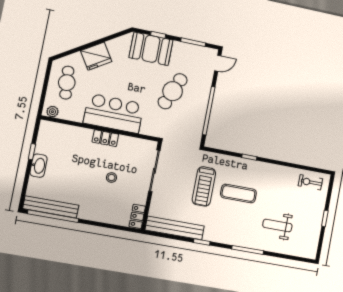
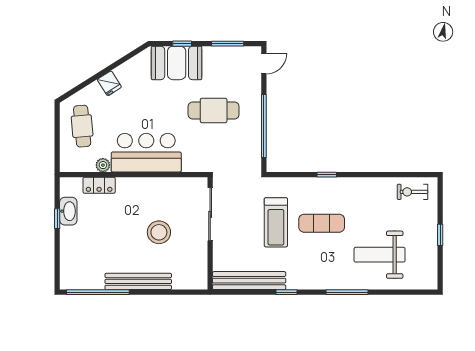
fridge: (96, 56) -> (109, 83), width x0.53, depth x0.75
cafe table: (173, 91) -> (214, 110), turned 67
plant: (52, 112) -> (103, 165), moved
locker: (105, 138) -> (99, 185), moved
washbasin: (39, 166) -> (68, 211), moved
stool: (111, 178) -> (159, 232), width x1.89, depth x1.89
bench: (51, 207) -> (138, 281), moved
locker: (137, 216) -> (200, 274), removed
weight bench: (277, 225) -> (380, 255), width x1.36, depth x1.33

